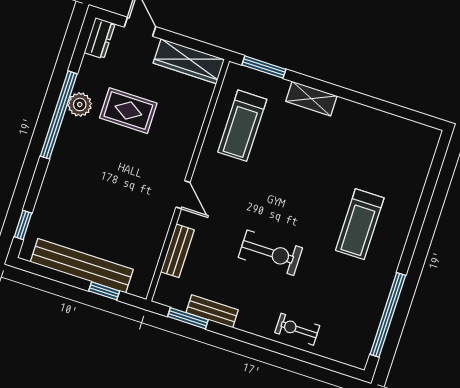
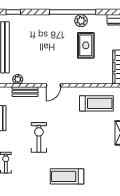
treadmill: (242, 126) -> (96, 103), turned 180
exercise bike: (270, 253) -> (39, 137), turned 180
plant: (150, 257) -> (18, 79), added

